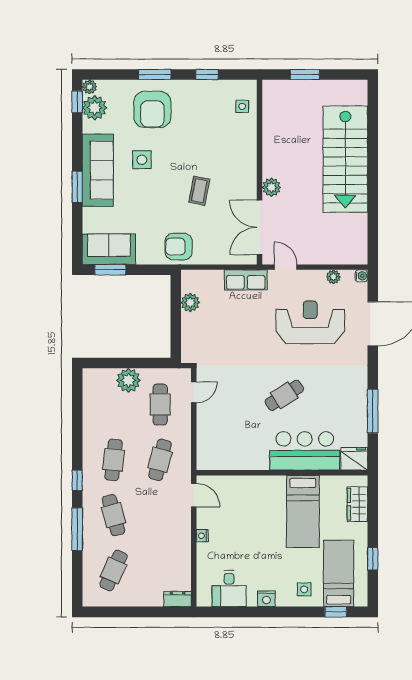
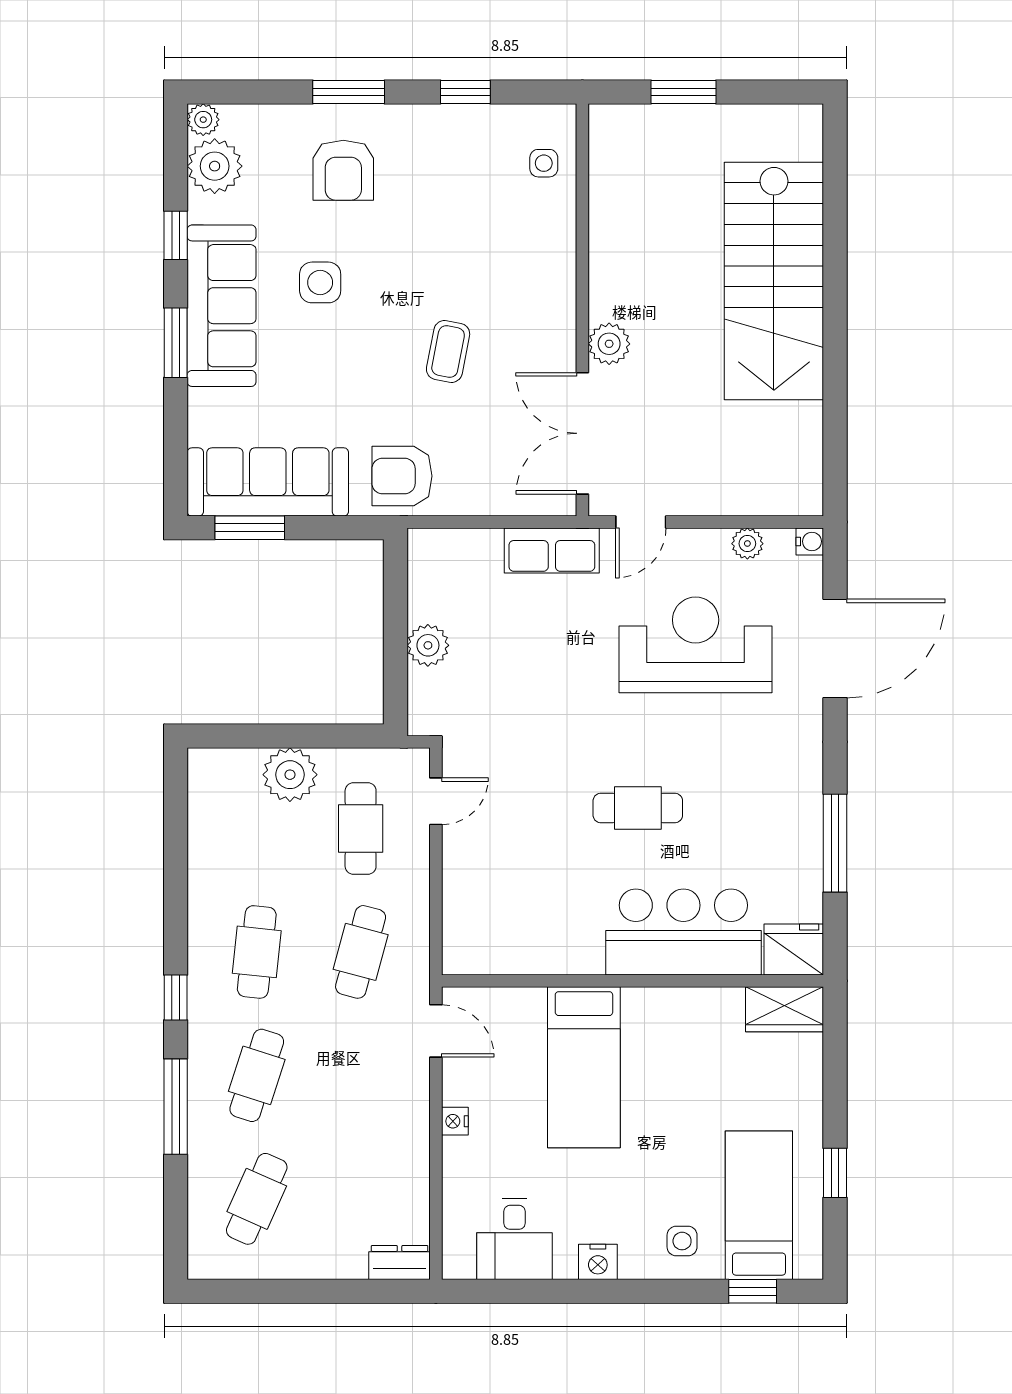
window: (77, 102) -> (176, 235), moved
armchair: (152, 110) -> (343, 170), width x0.73, depth x0.73
sofa: (109, 249) -> (268, 482), width x1.36
door: (286, 267) -> (641, 522), swing flipped
plant: (190, 303) -> (428, 645), moved
cafe table: (284, 395) -> (638, 808), turned 33
wardrobe: (357, 504) -> (785, 1009), moved, turned -90
bed: (303, 511) -> (584, 1067), moved
cafe table: (114, 515) -> (257, 1075), turned 33

